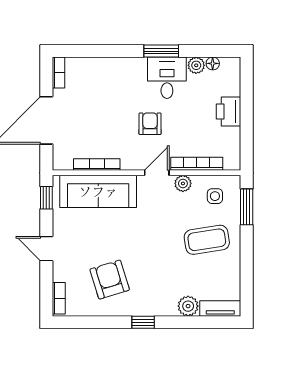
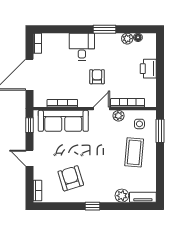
desk: (167, 78) -> (82, 47), moved
coffee table: (207, 240) -> (134, 152), turned -76

